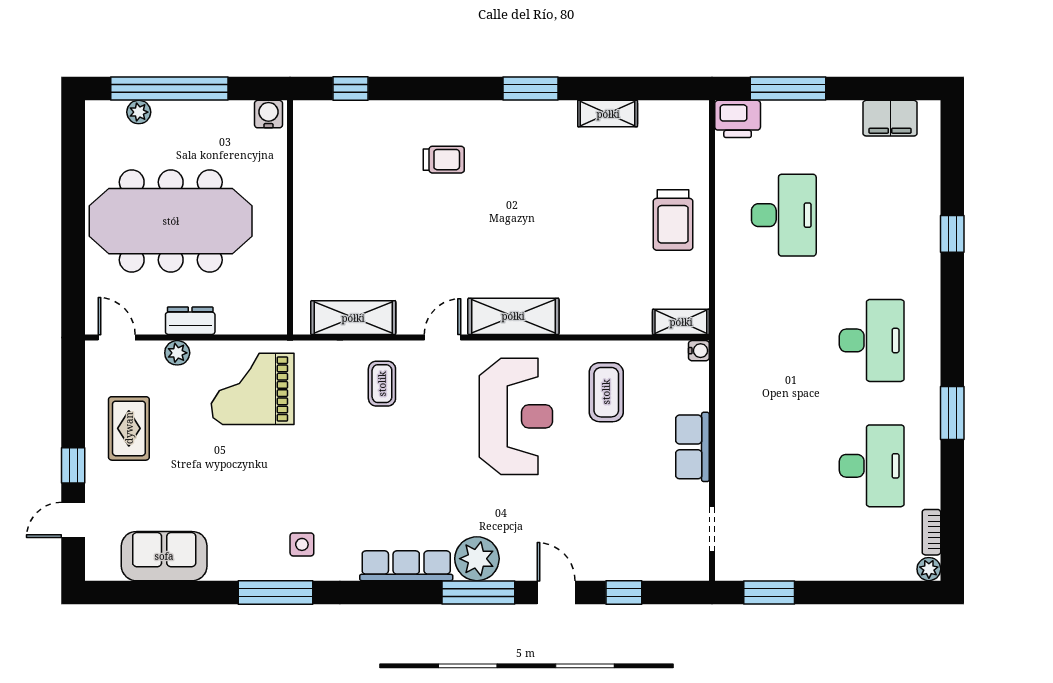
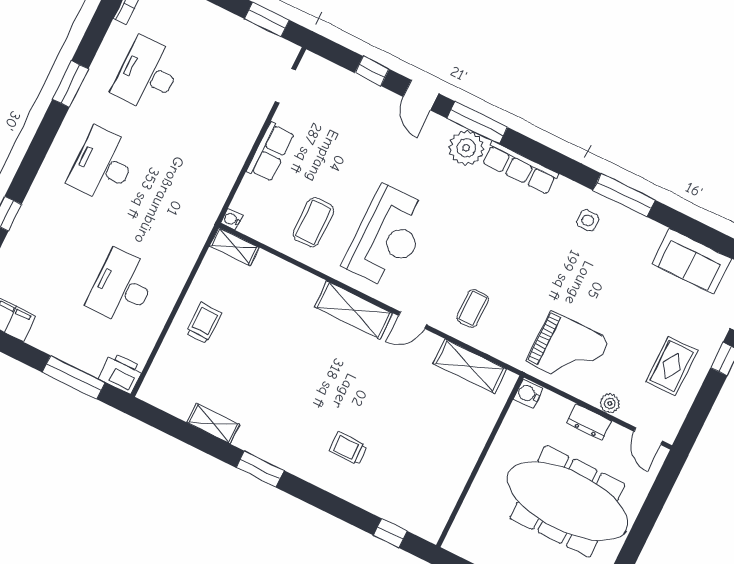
water cooler: (269, 114) -> (528, 394), moved, turned 90
trolley: (673, 220) -> (204, 323), width x0.73, depth x0.72
reception desk: (516, 416) -> (387, 237), turned 180

